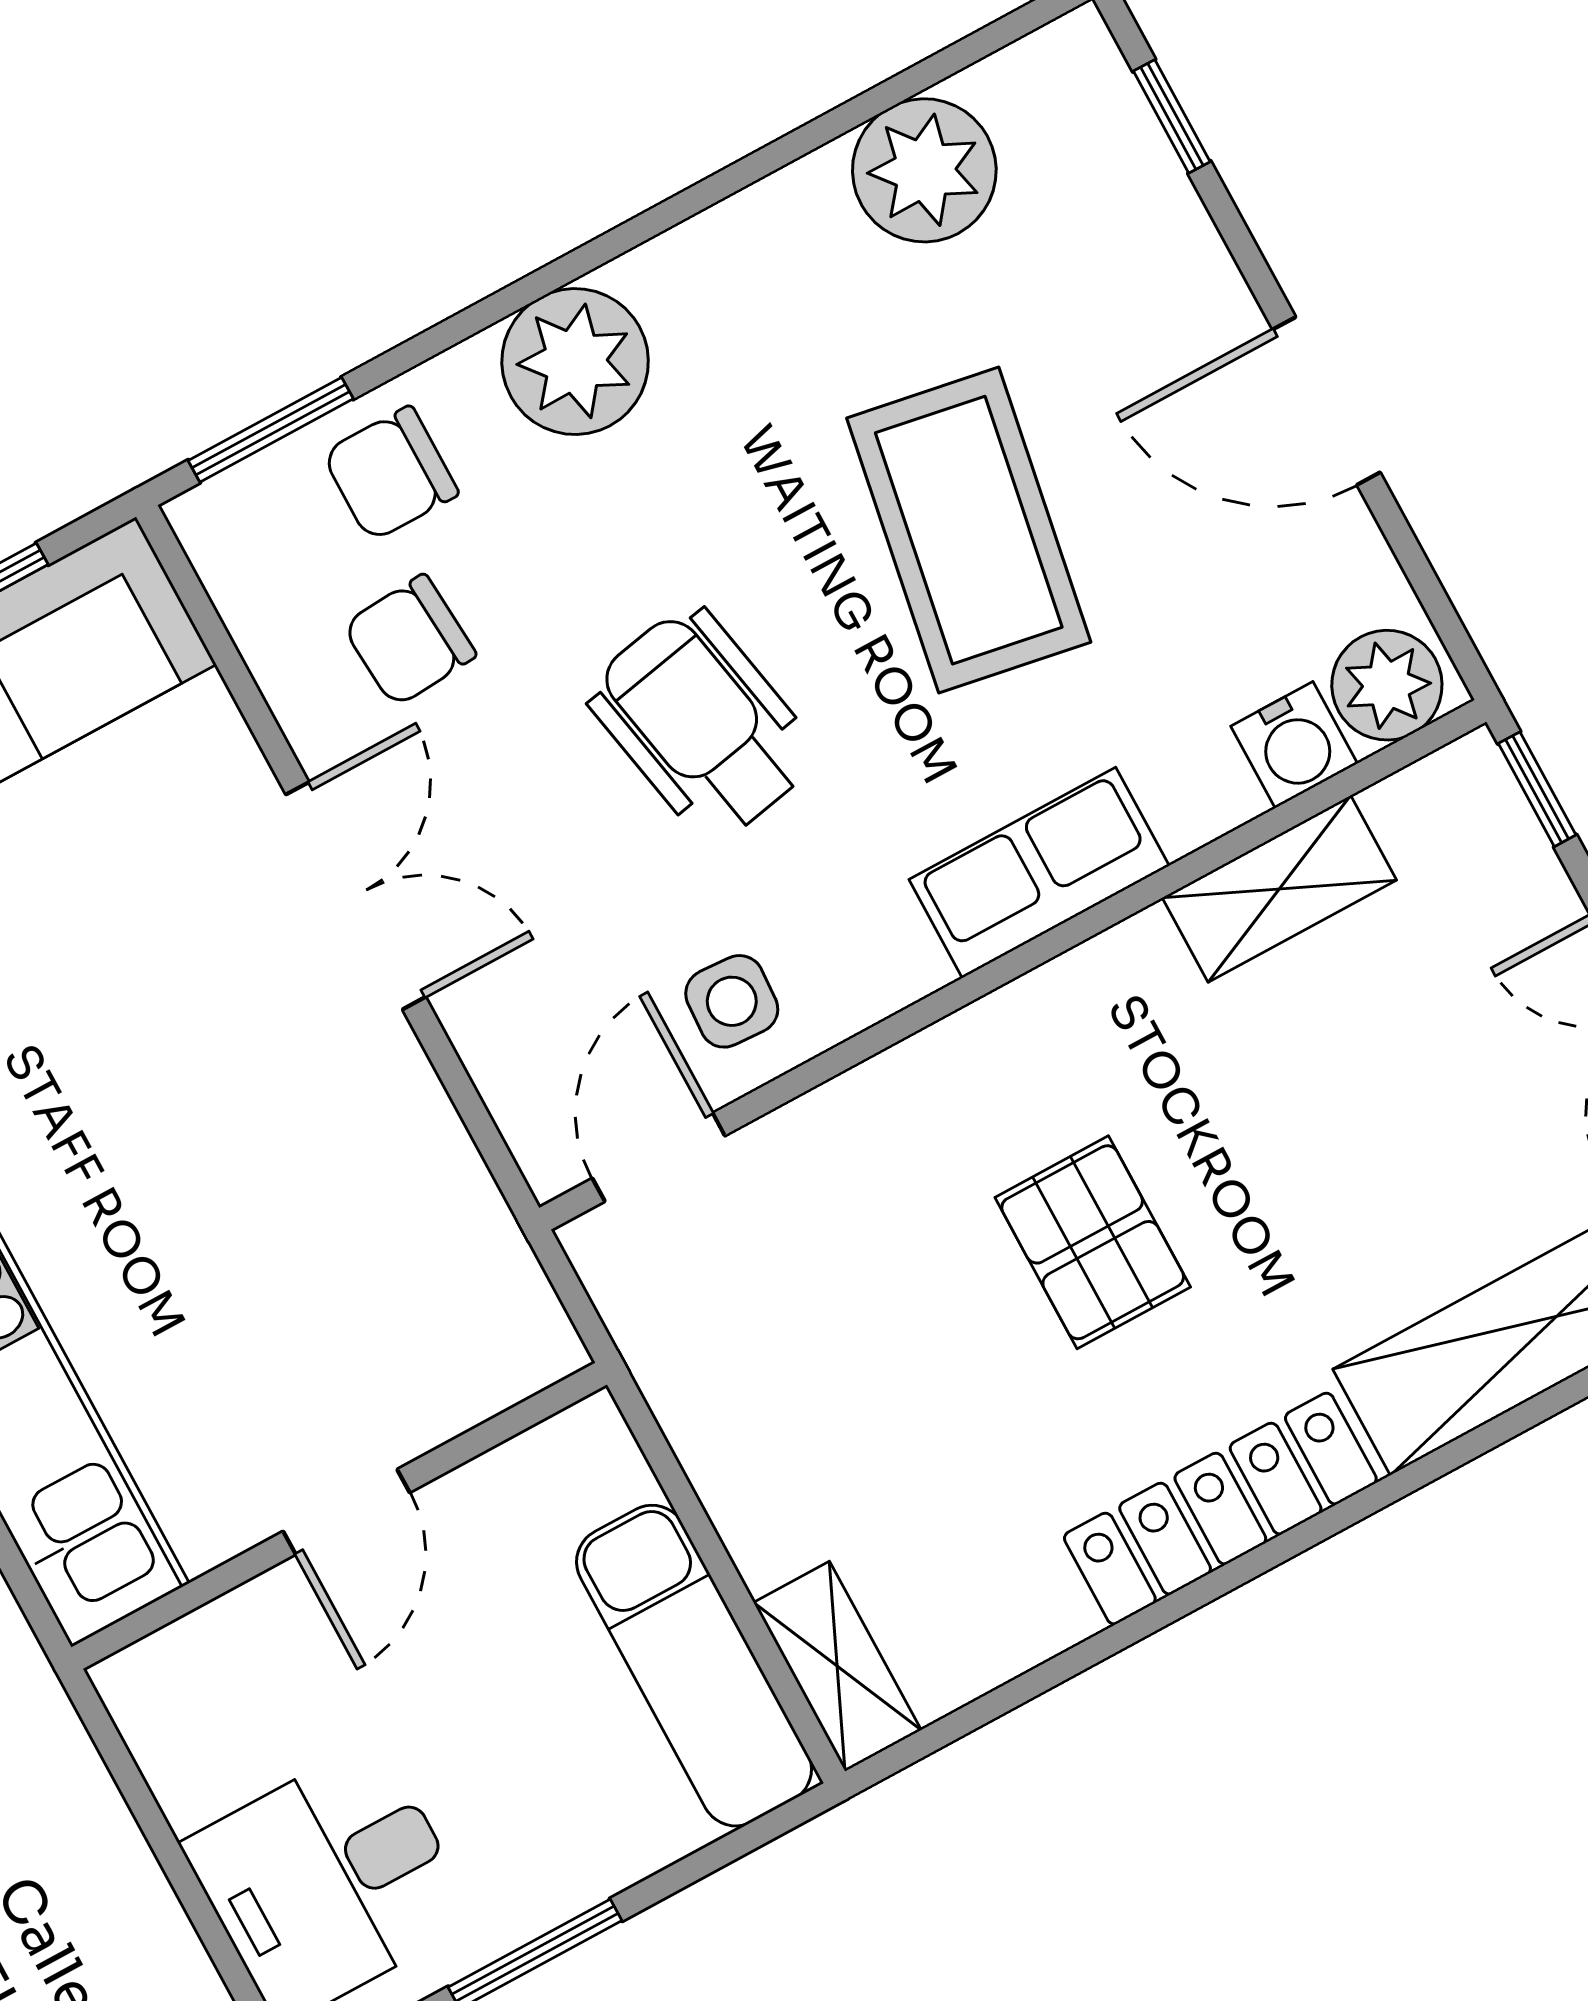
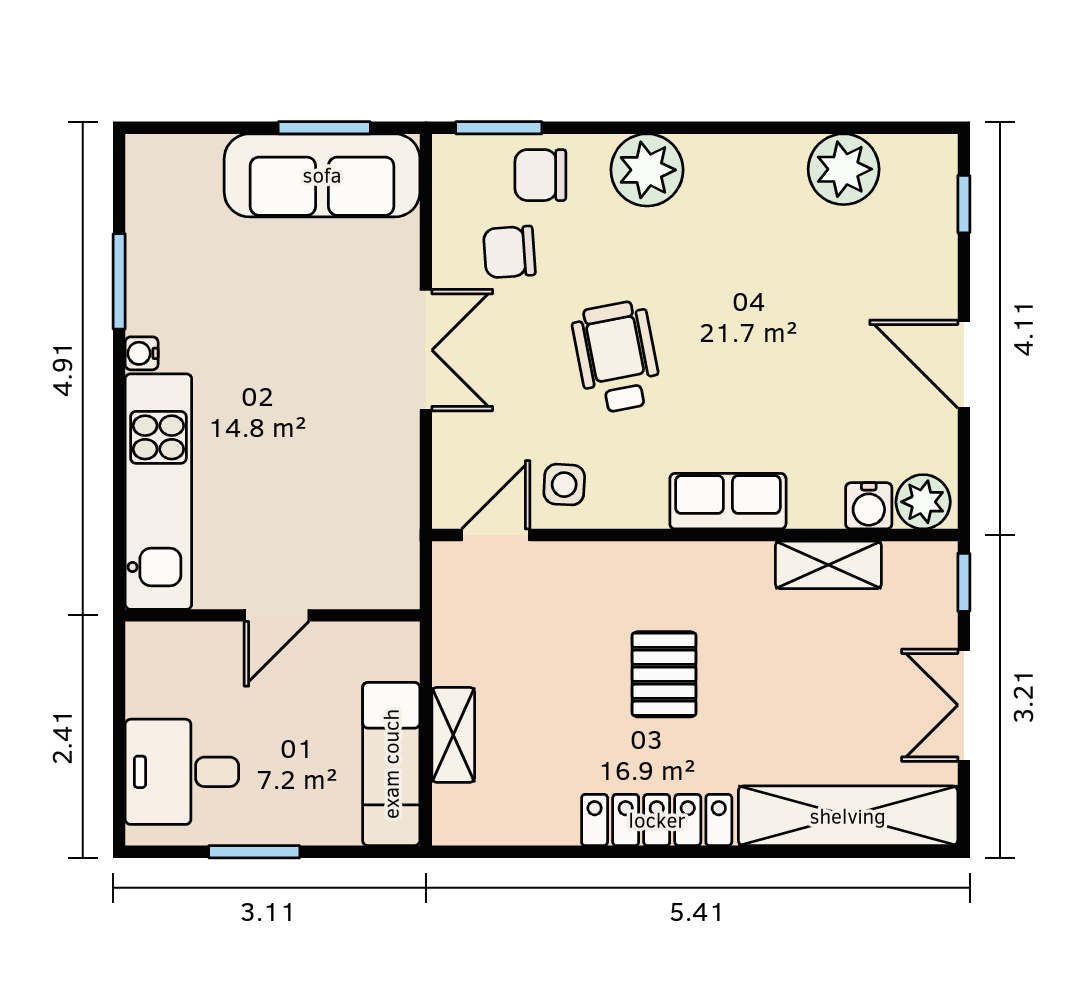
coffee table: (969, 530) -> (778, 336), removed
shelving: (837, 1666) -> (453, 735), moved

